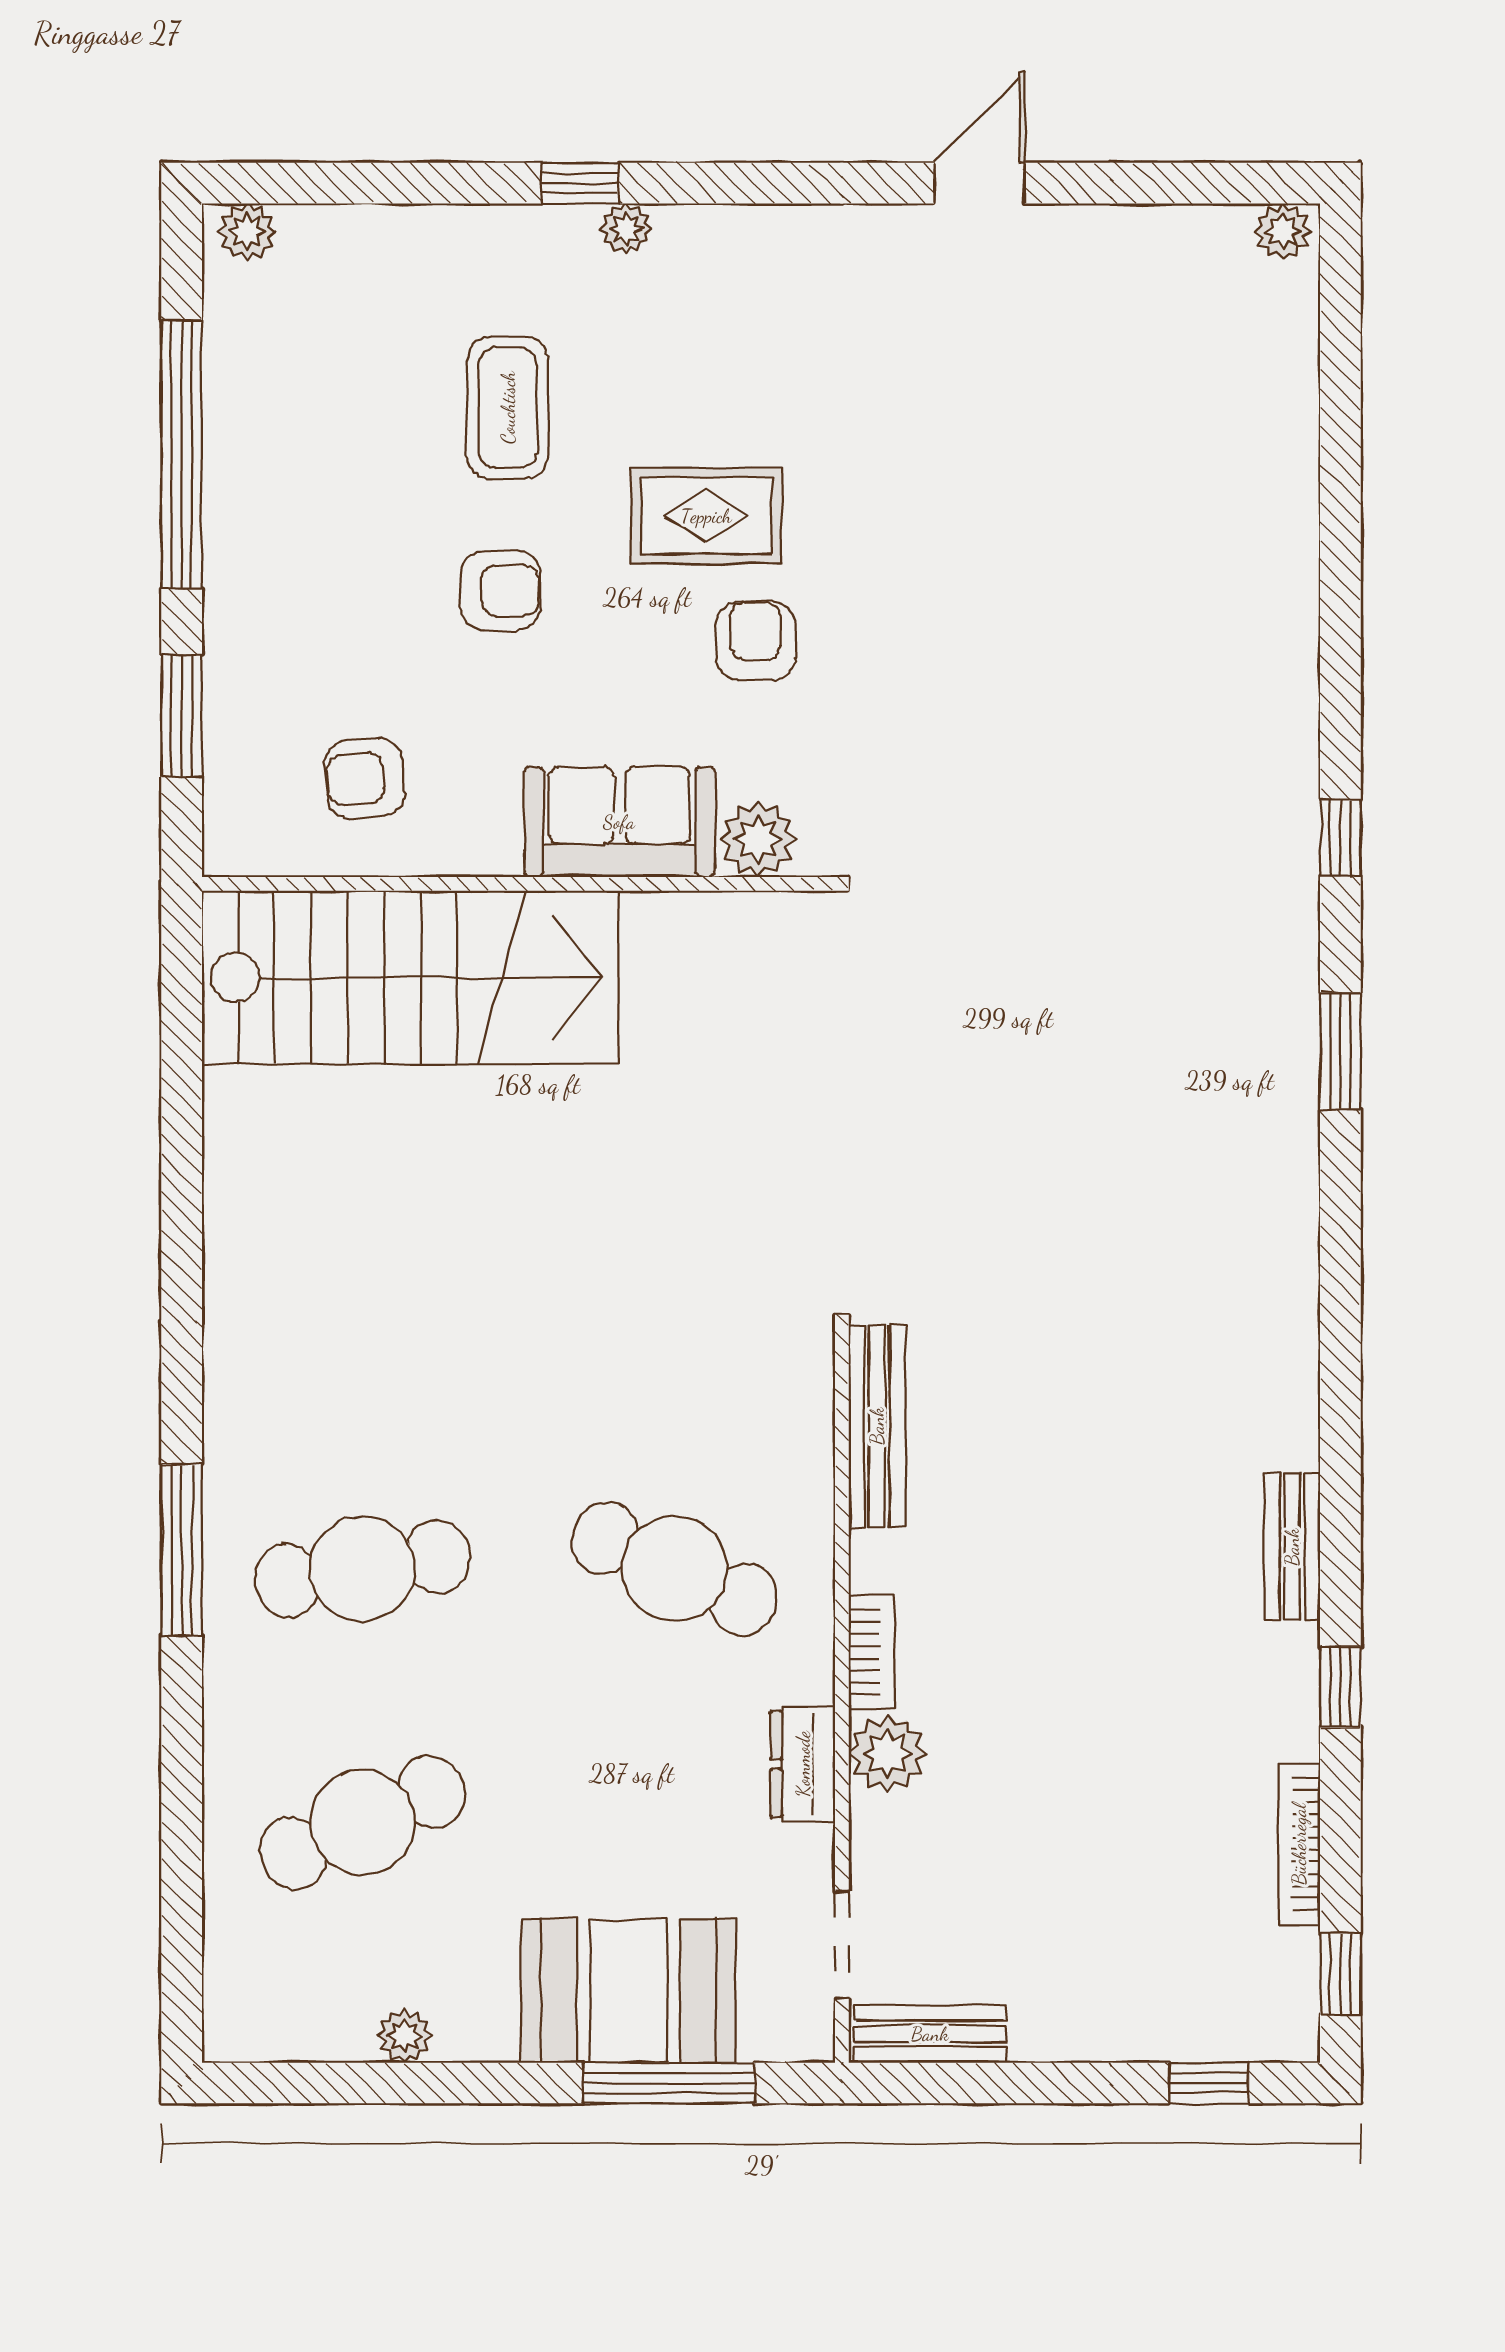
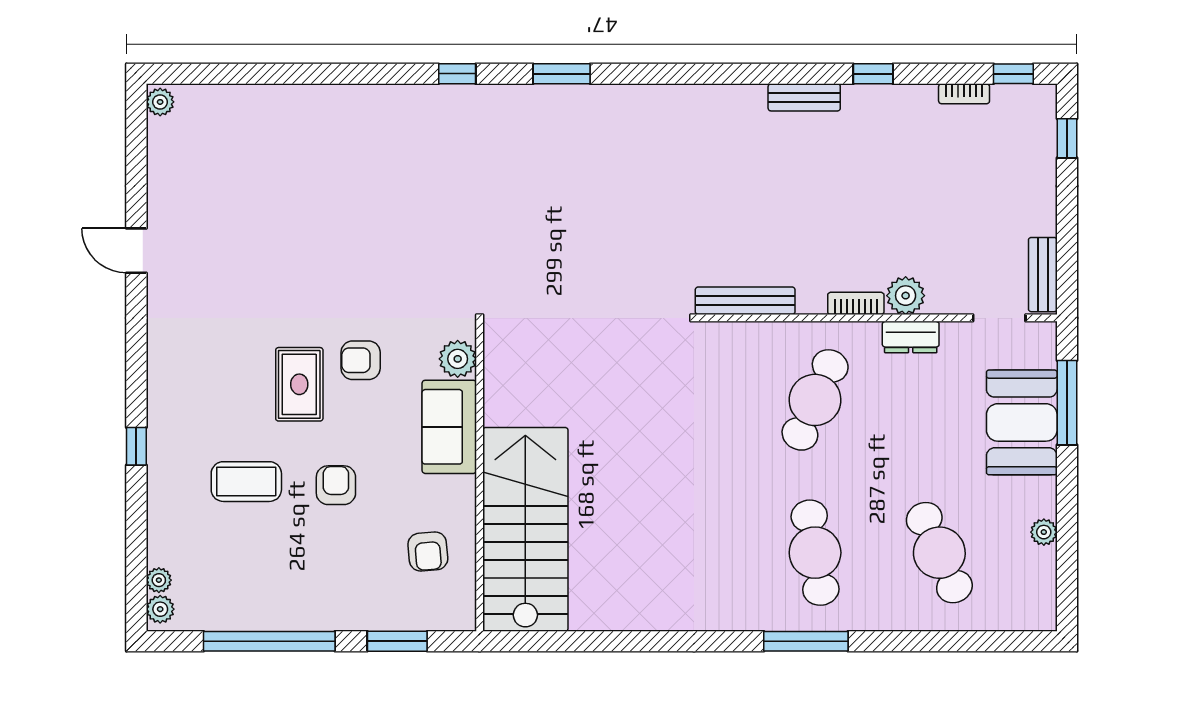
plant: (626, 229) -> (159, 580), moved
bookcase: (1299, 1844) -> (964, 94), width x0.64

